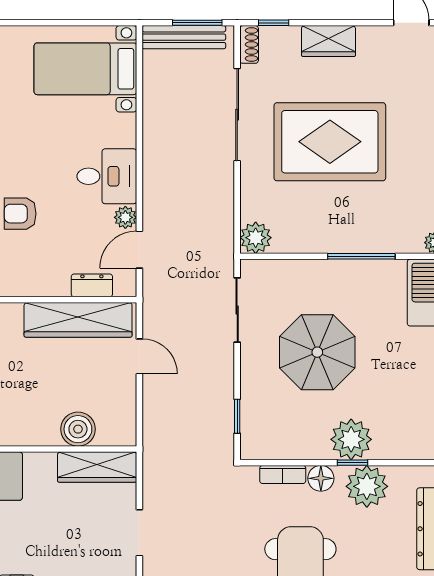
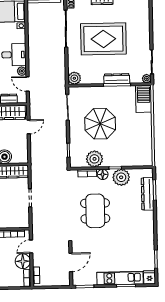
dresser: (361, 241) -> (117, 79), added
door: (139, 250) -> (28, 84), hinge flipped
door: (139, 356) -> (29, 127), hinge flipped
plant: (351, 439) -> (94, 159), moved

